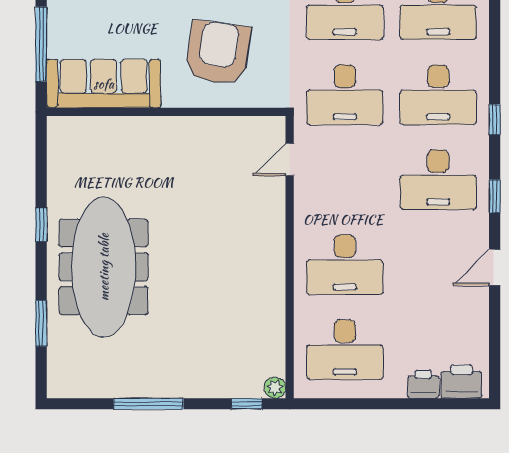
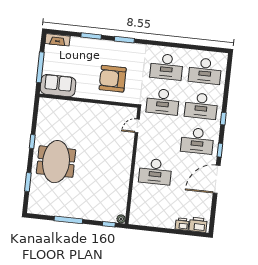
armchair: (218, 53) -> (113, 79), turned -98
sofa: (104, 84) -> (58, 86), width x0.73
meeting table: (104, 267) -> (56, 162), width x0.73
door: (495, 267) -> (217, 179), width x1.87
desk: (345, 350) -> (151, 206), removed

